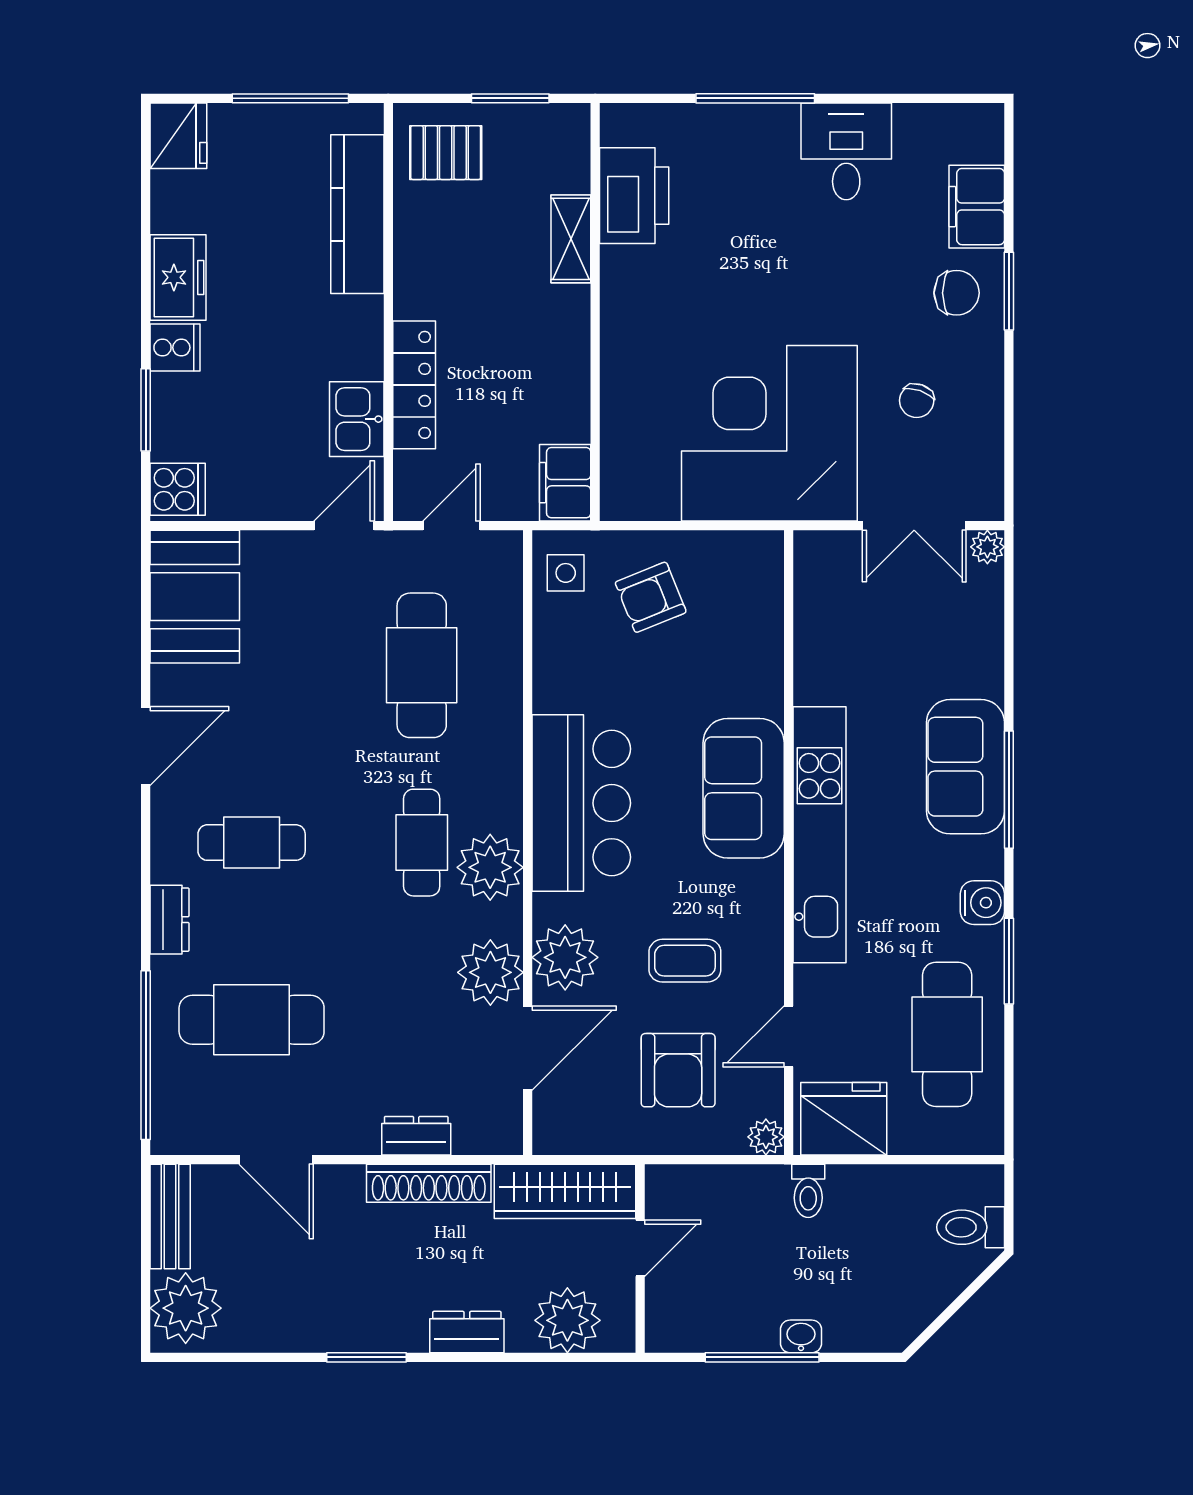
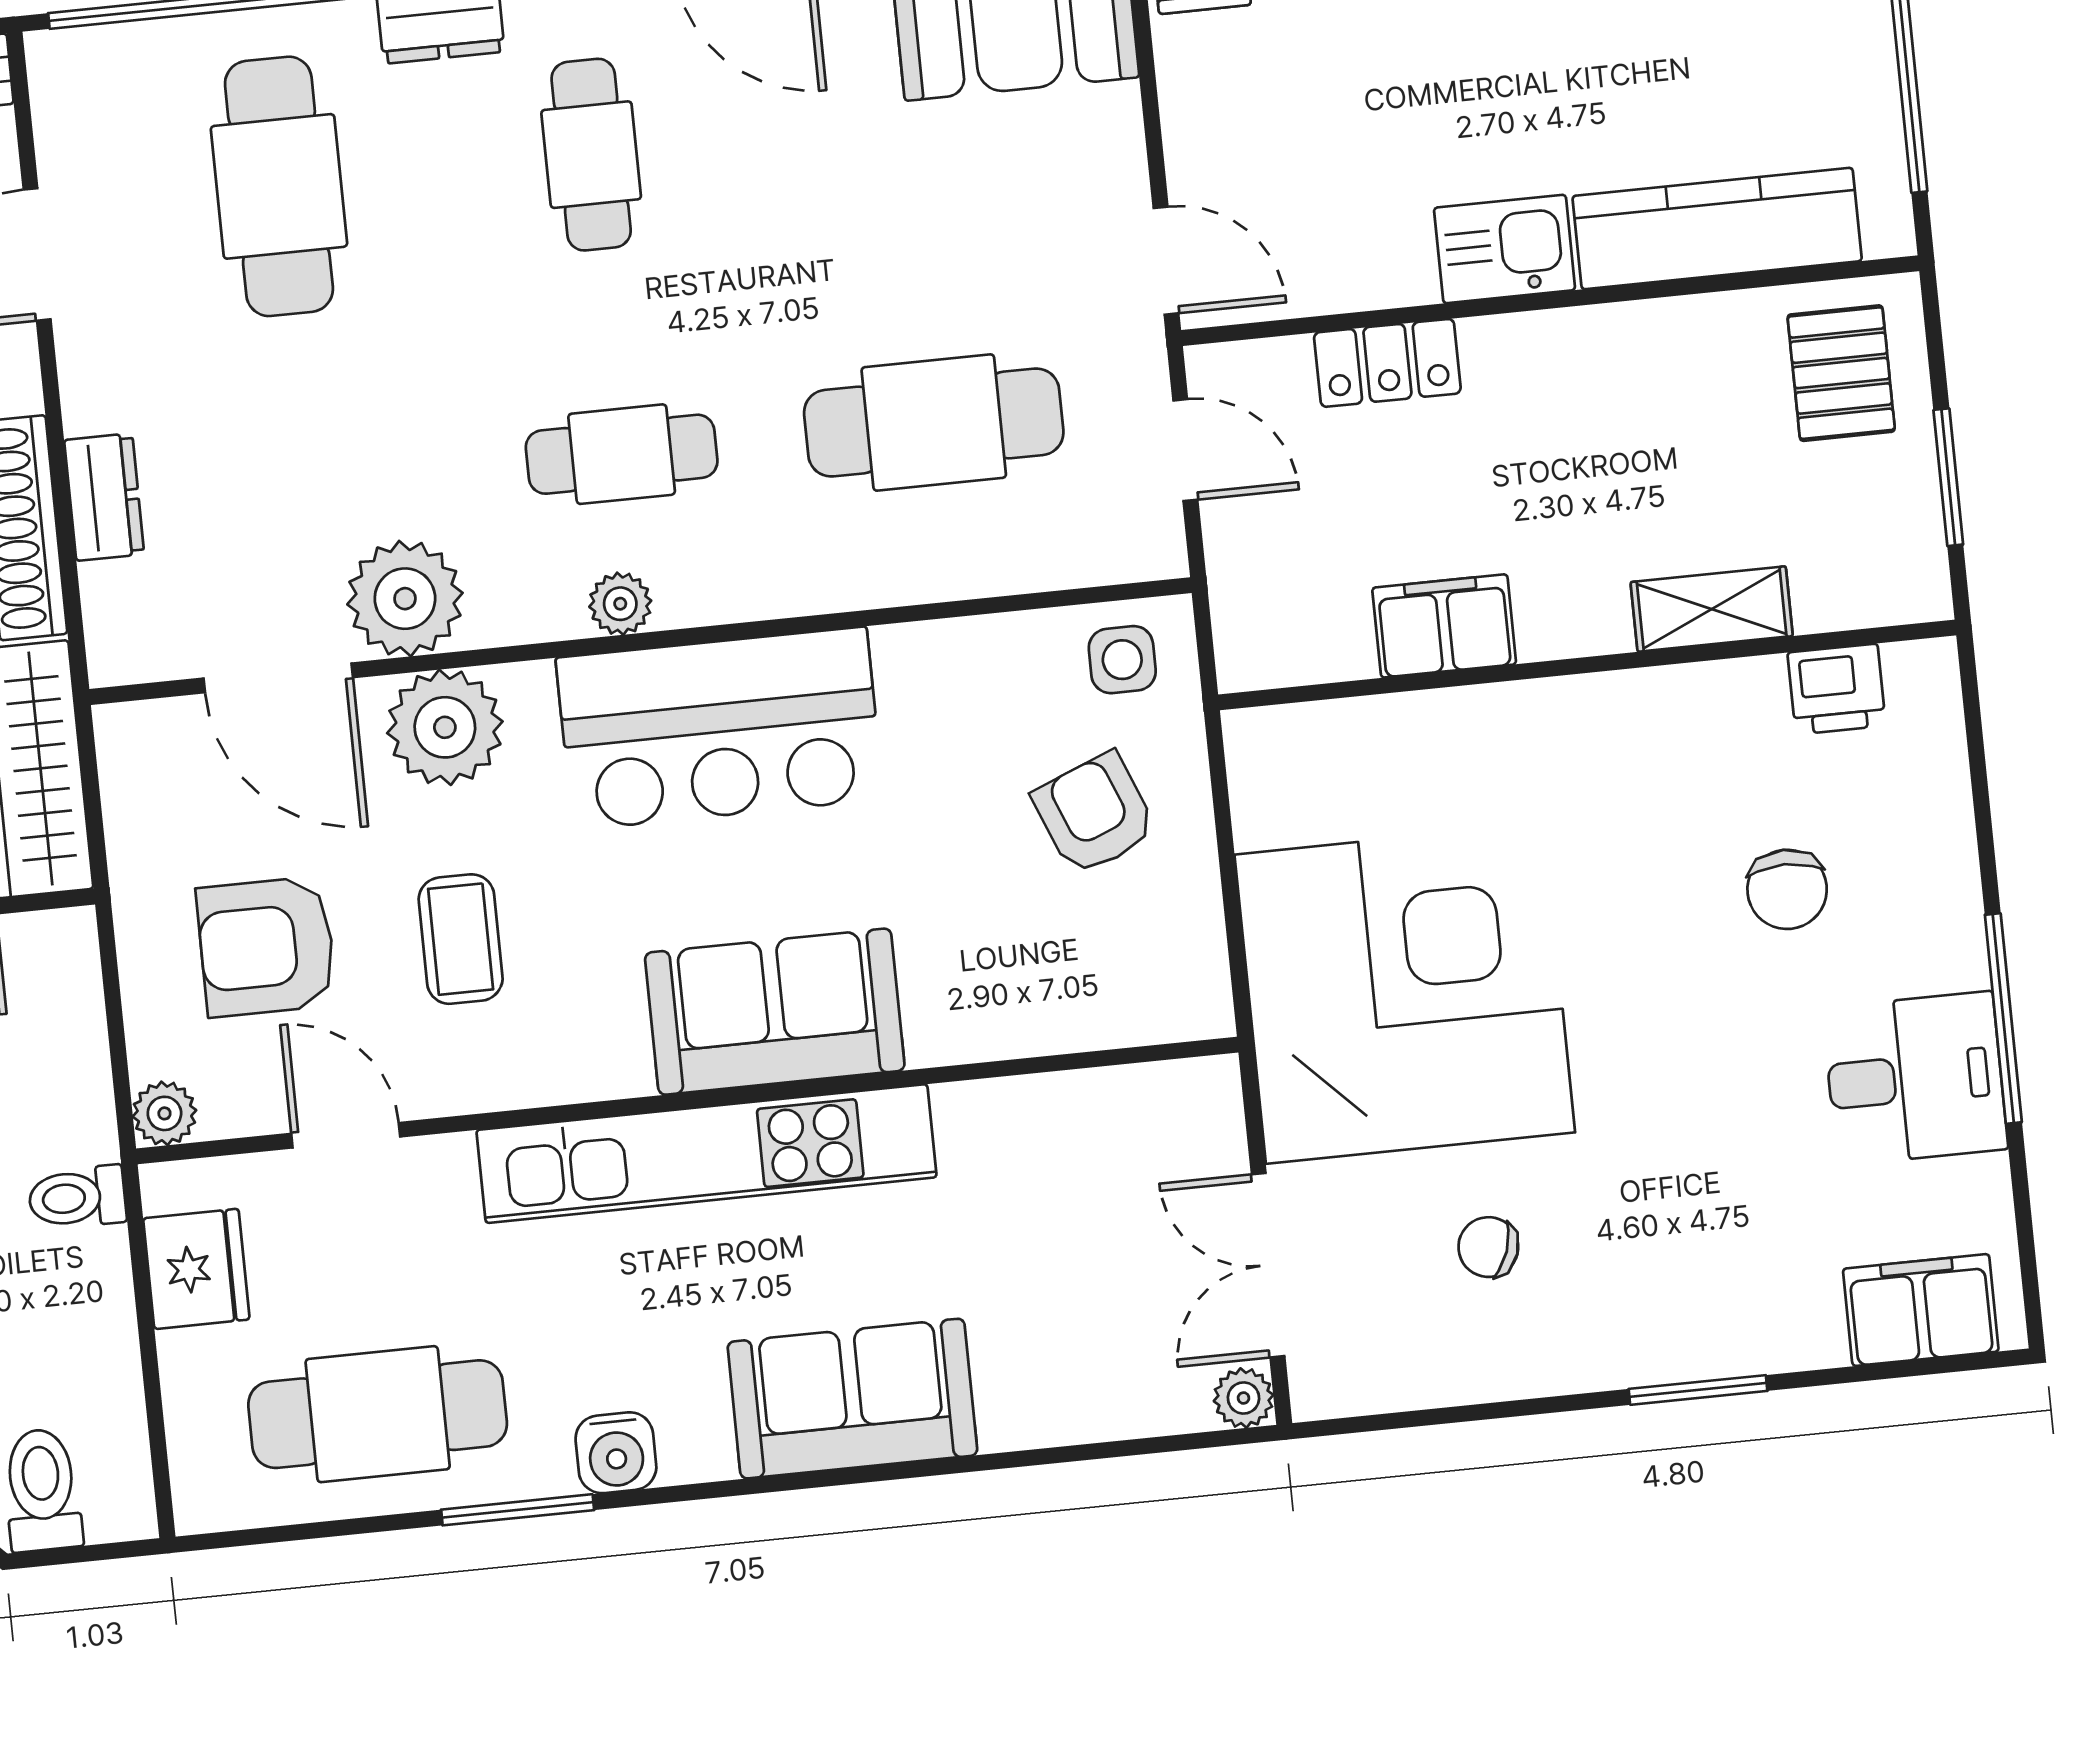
window: (755, 98) -> (2003, 1019), moved
printer: (634, 196) -> (1837, 689), width x0.53, depth x0.68
filing cabinet: (977, 207) -> (1921, 1310), moved
chair: (957, 293) -> (1787, 889), moved
locker: (414, 385) -> (1387, 363), width x0.66
kitchen sink: (357, 419) -> (1505, 249), moved
filing cabinet: (565, 483) -> (1444, 626), moved
window: (1009, 790) -> (820, 1479), removed
plant: (490, 867) -> (620, 604), width x0.53, depth x0.53
fridge: (844, 1119) -> (196, 1269), width x0.73, depth x0.75

